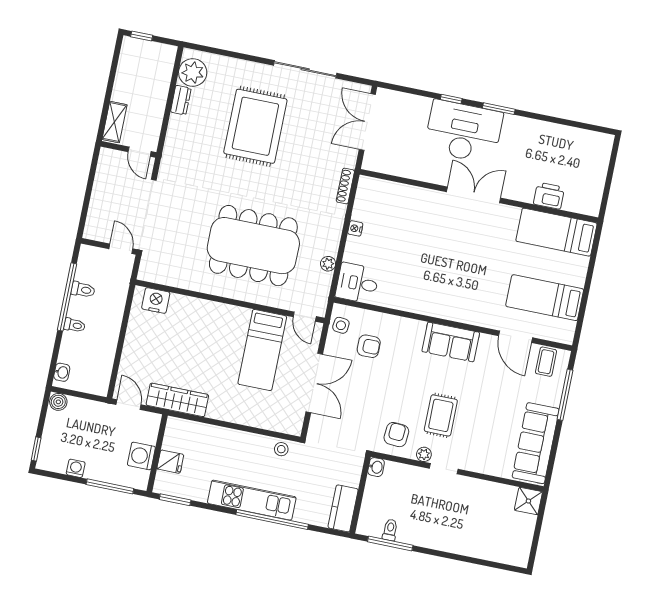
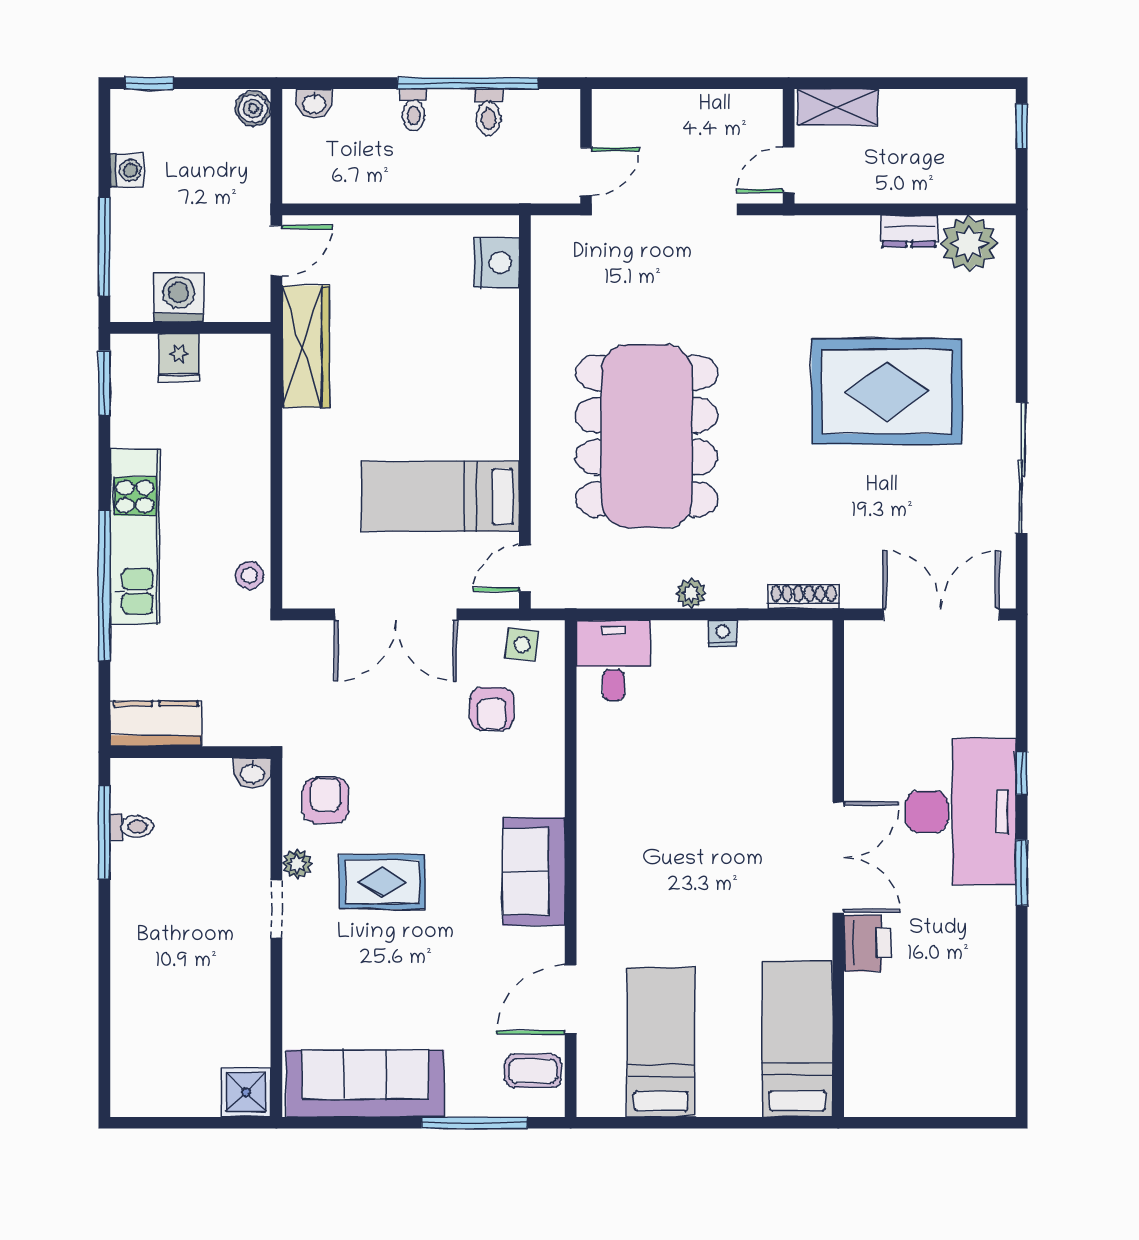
printer: (549, 196) -> (867, 943), moved
plant: (328, 264) -> (691, 593), moved
armchair: (396, 435) -> (326, 800), turned -94

